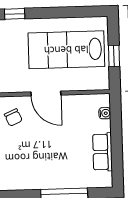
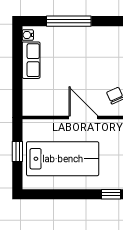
water cooler: (105, 113) -> (28, 35), moved

